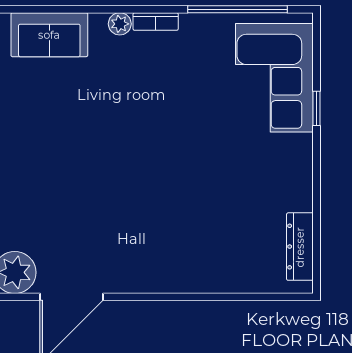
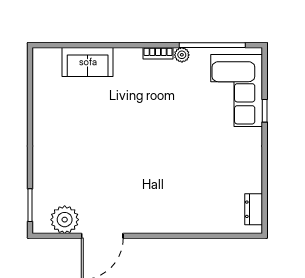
plant: (120, 24) -> (182, 55), moved
dresser: (300, 247) -> (254, 209), width x0.70

